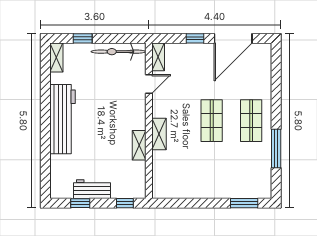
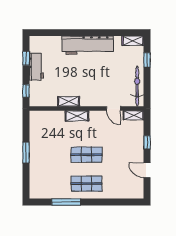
door: (233, 38) -> (147, 170), width x0.53
window: (244, 203) -> (26, 152), moved

